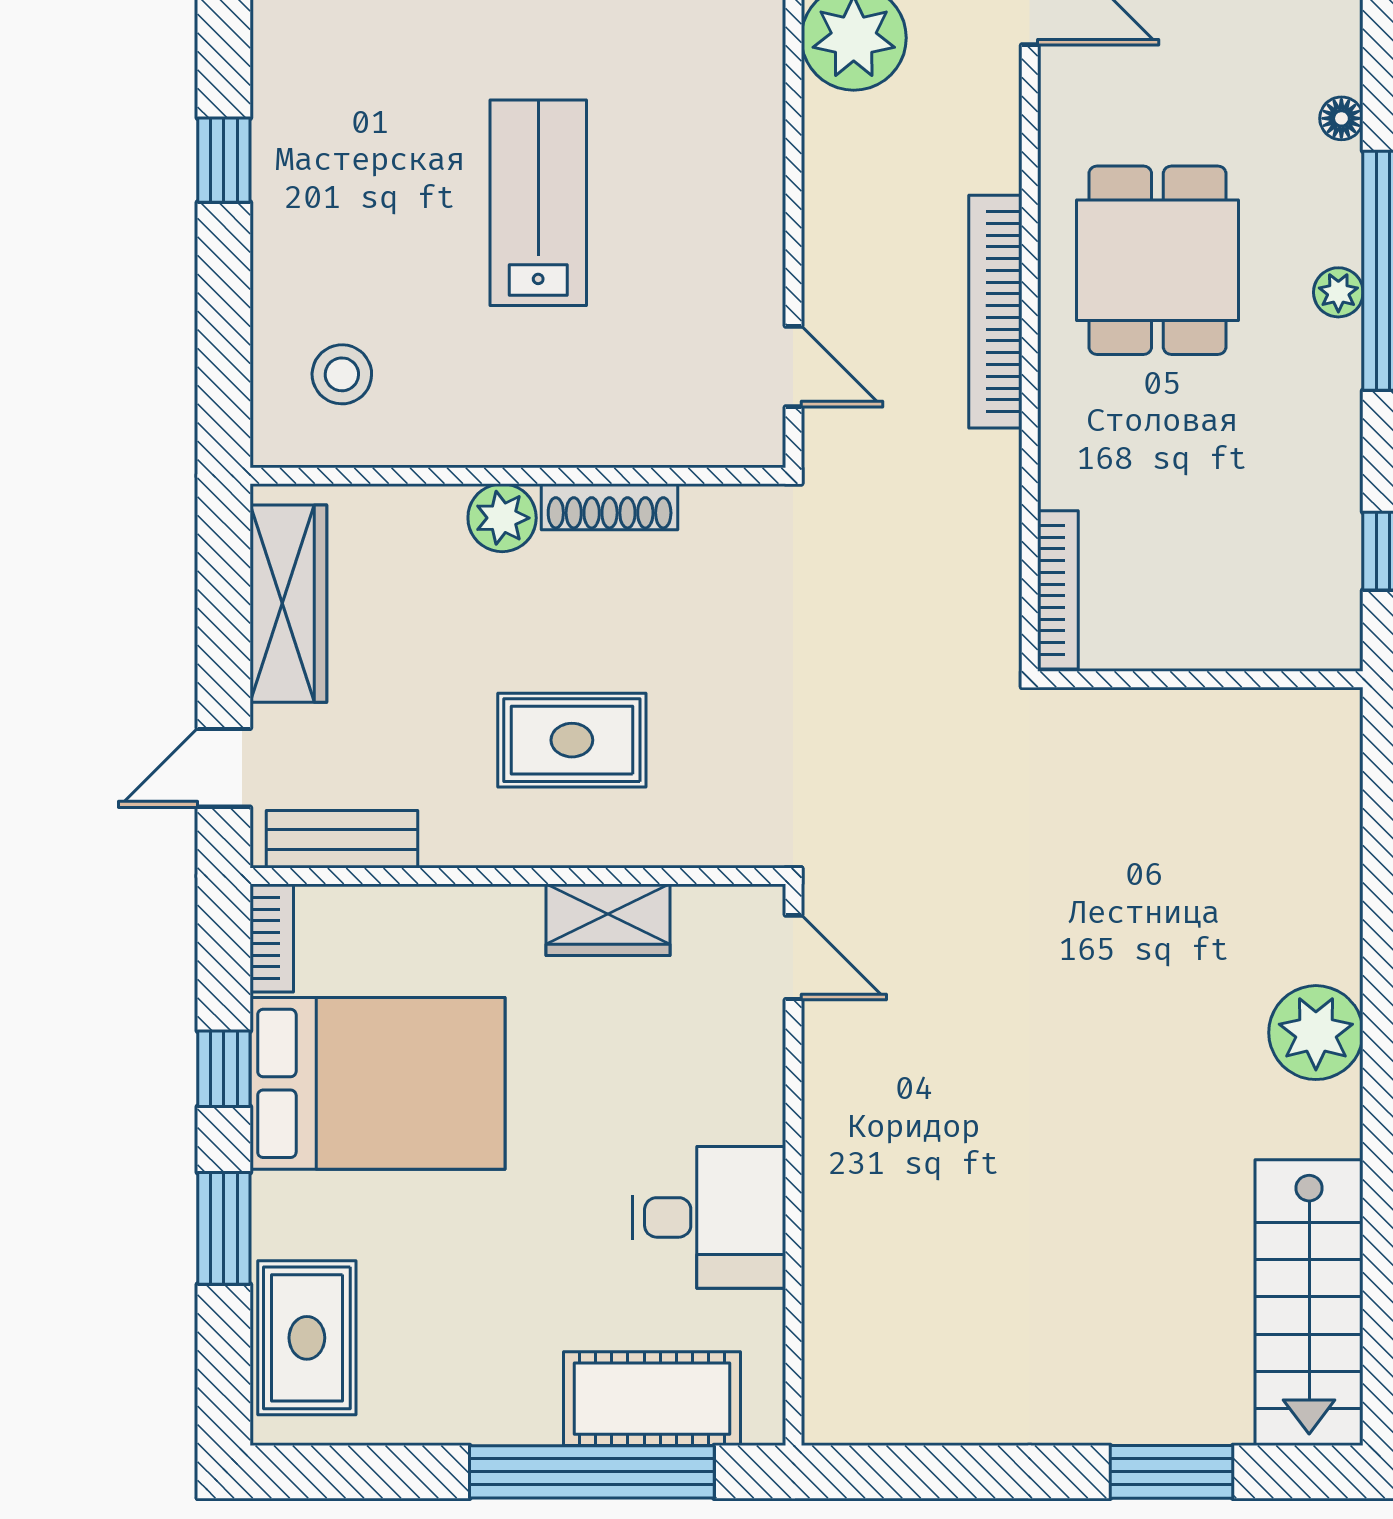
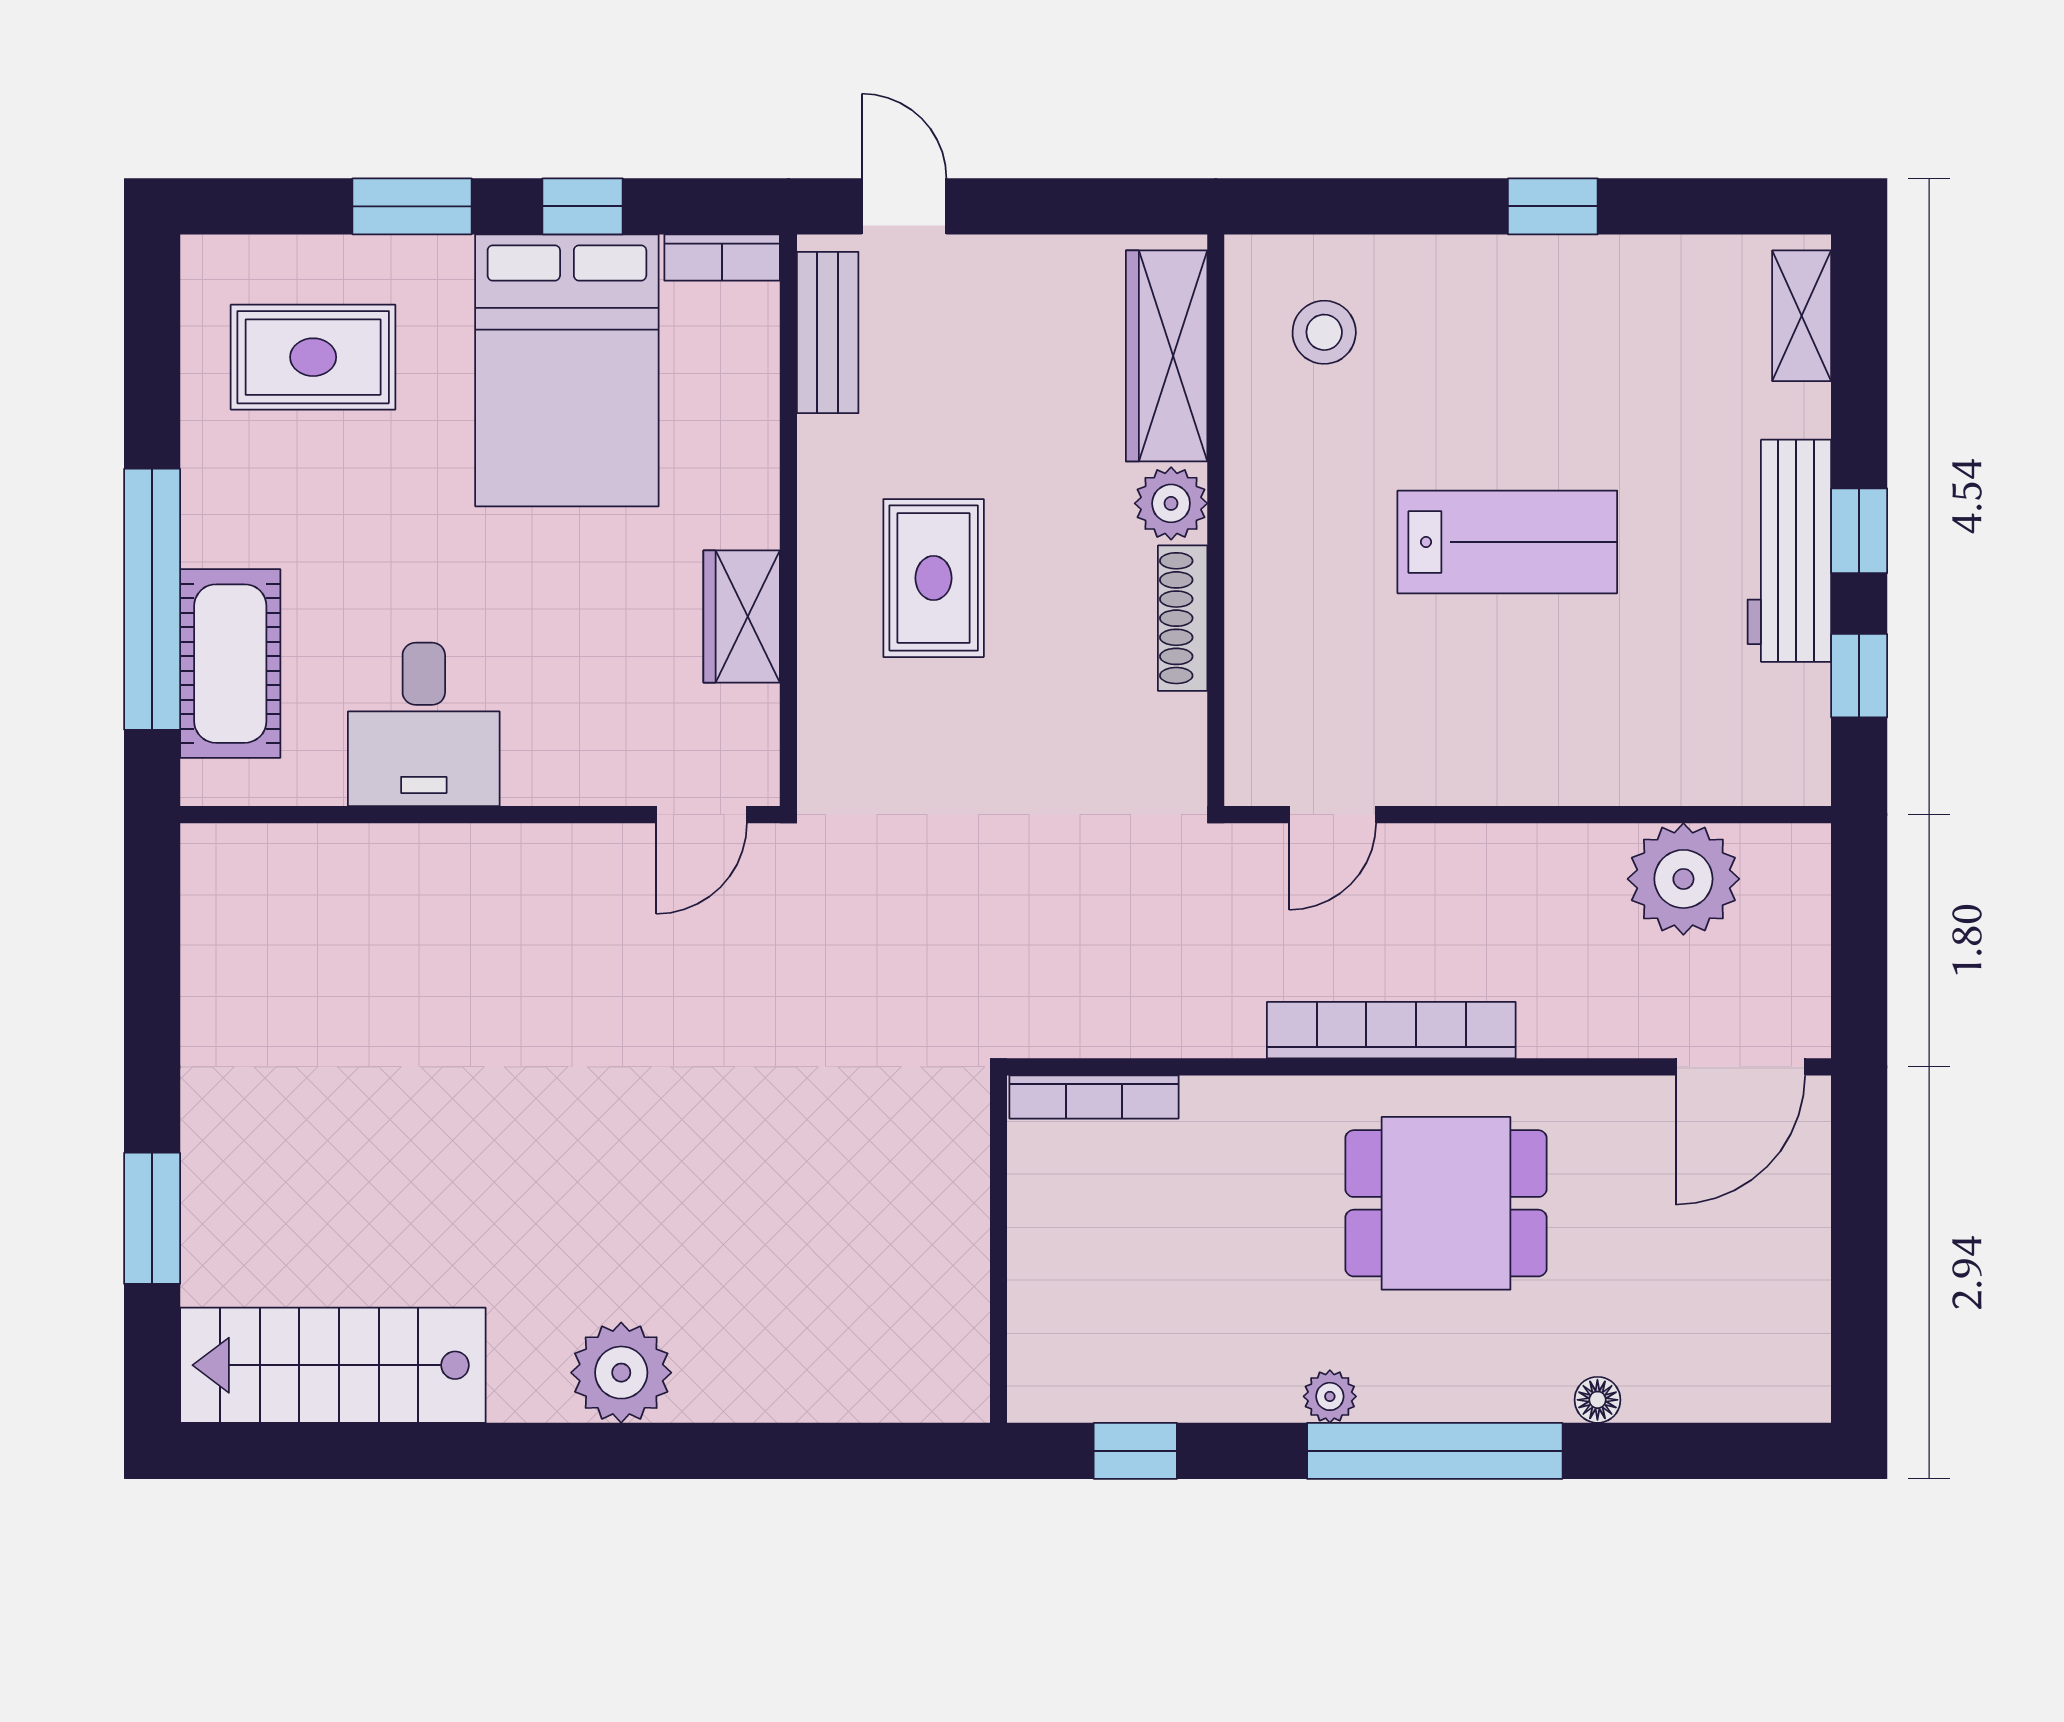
plant: (1338, 292) -> (1330, 1396), moved
wardrobe: (288, 604) -> (1167, 356), moved, turned 90
rug: (307, 1338) -> (313, 357), moved

